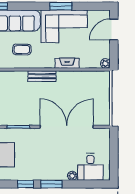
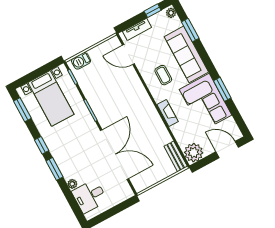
fireplace: (67, 63) -> (168, 113), moved
plant: (105, 63) -> (194, 153), width x1.88, depth x1.88
bench: (42, 76) -> (176, 156), moved

